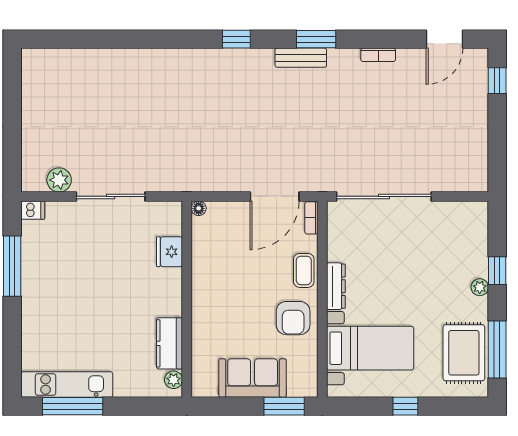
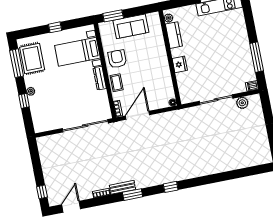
bench: (301, 58) -> (122, 187), moved
fridge: (169, 252) -> (180, 64), moved

